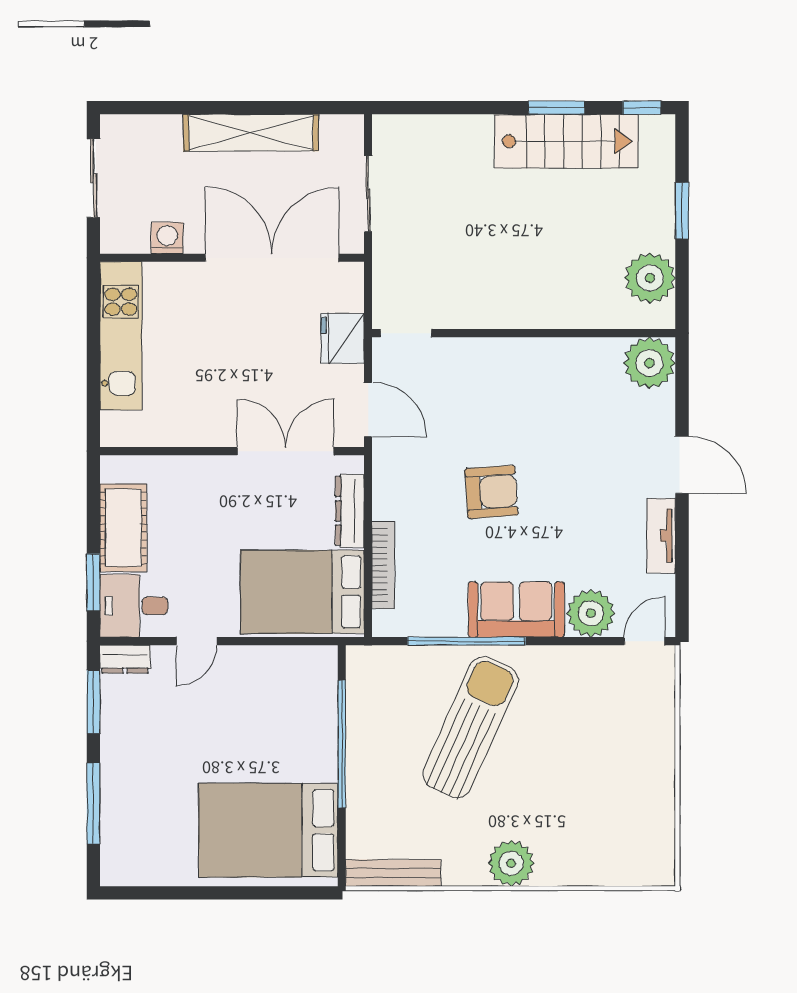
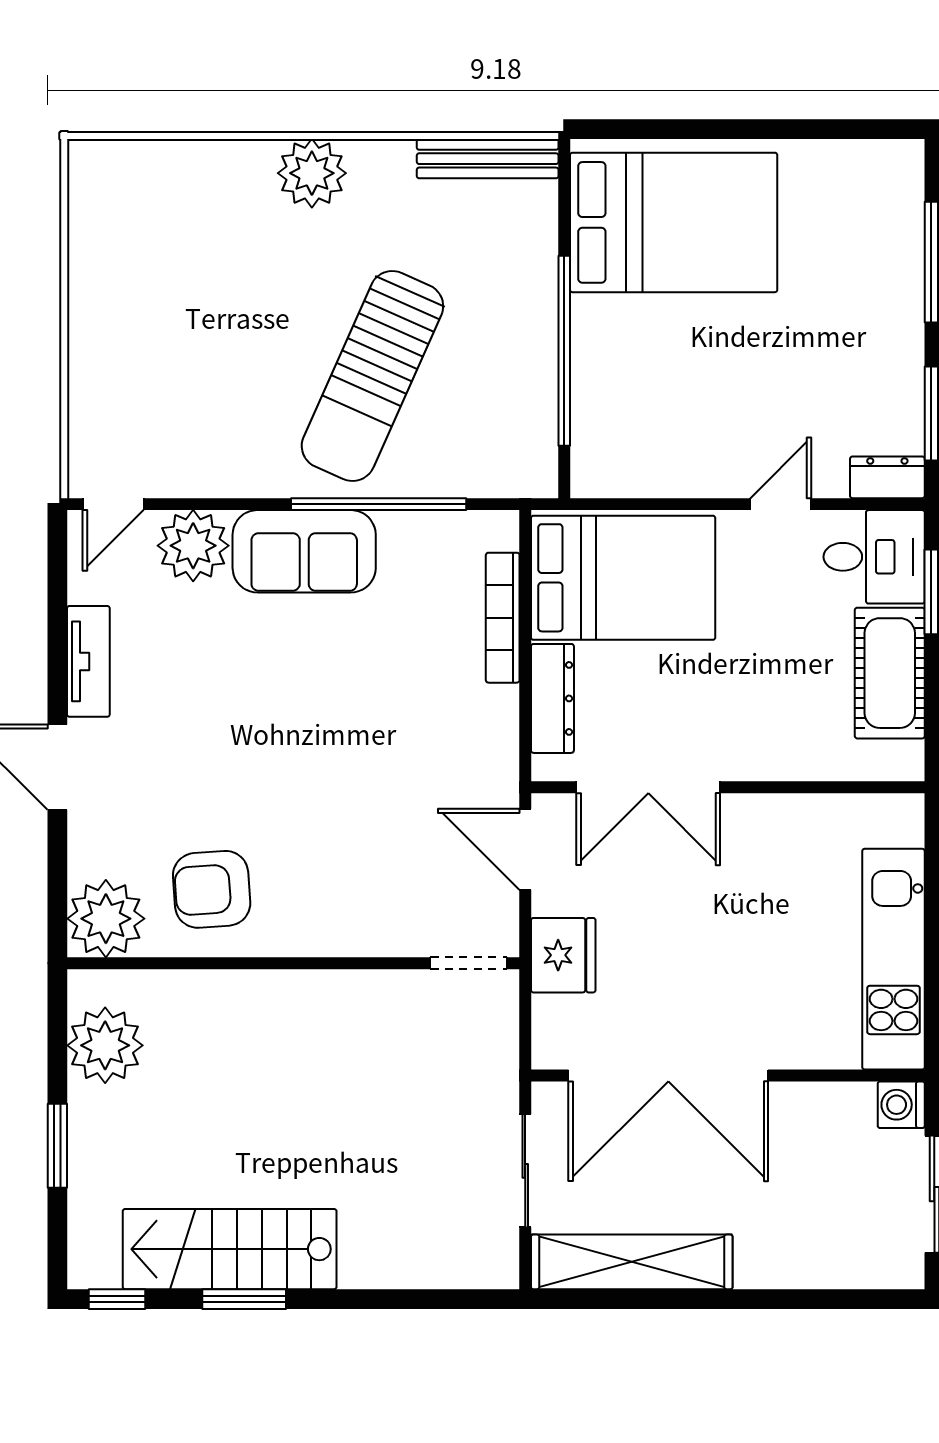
shelving: (251, 133) -> (632, 1262), moved
washing machine: (167, 238) -> (901, 1105), moved, turned 90
armchair: (491, 492) -> (212, 889), moved

